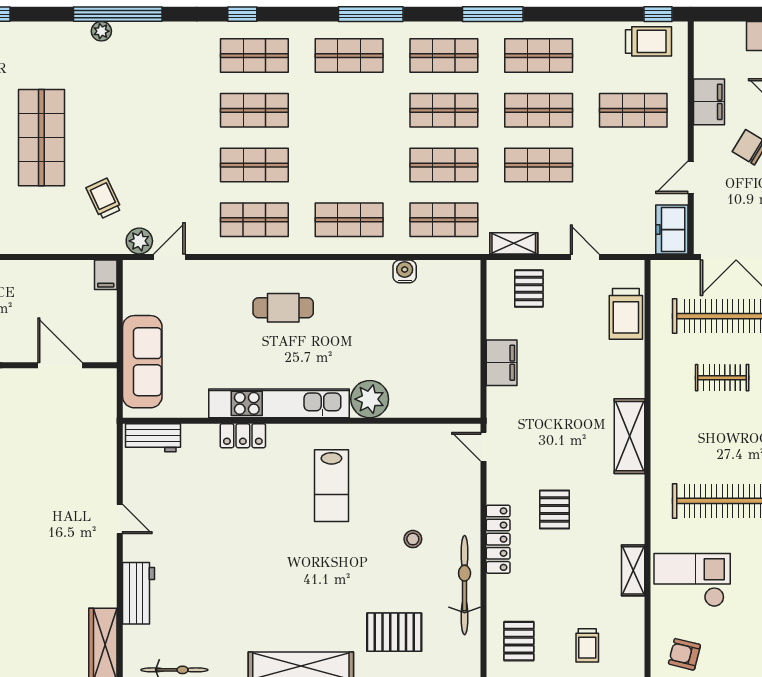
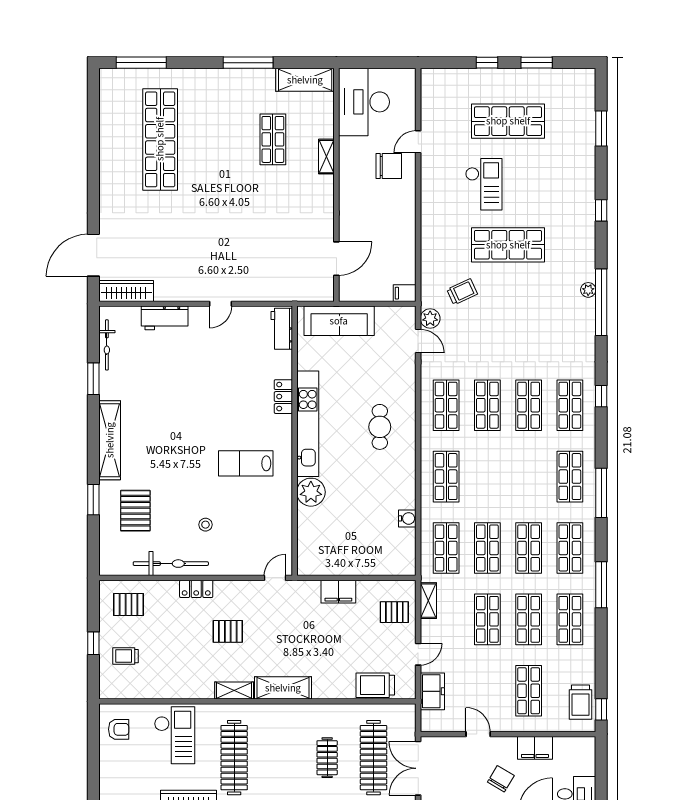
freezer: (672, 230) -> (432, 691), moved, turned 90
locker: (498, 539) -> (196, 589), width x0.66
shelving: (633, 570) -> (234, 691), moved
armchair: (684, 654) -> (119, 729), turned 76

